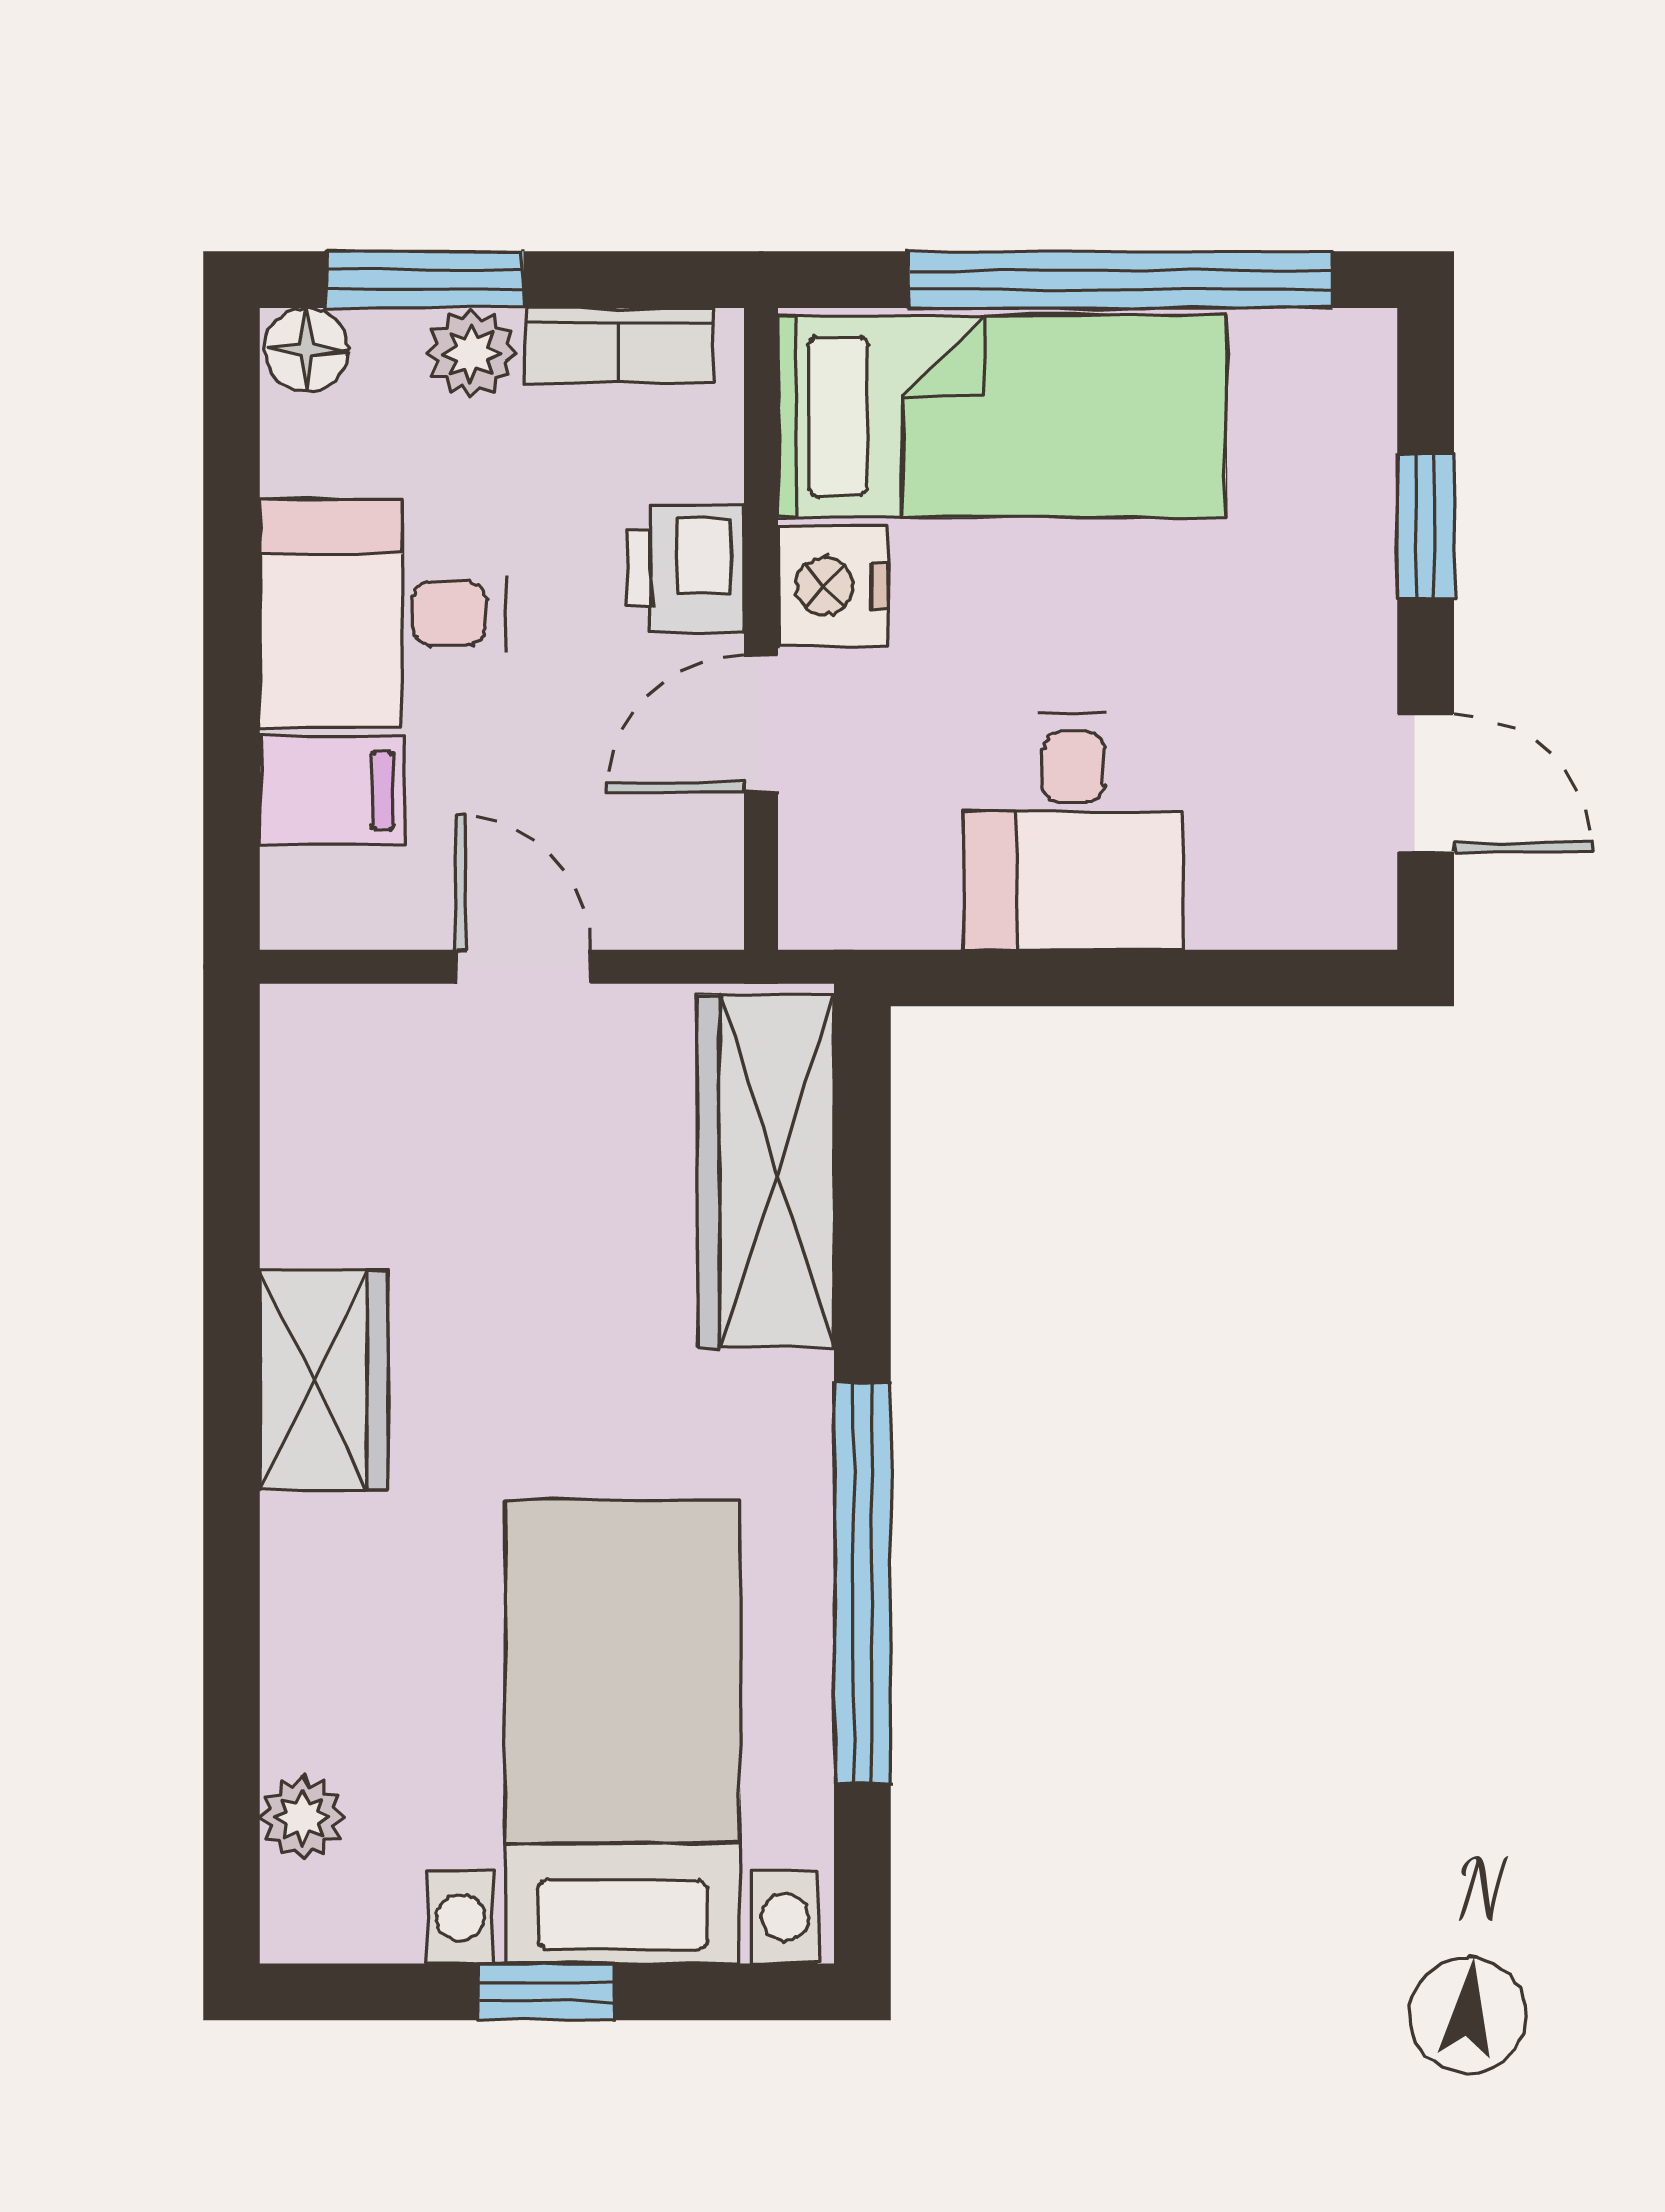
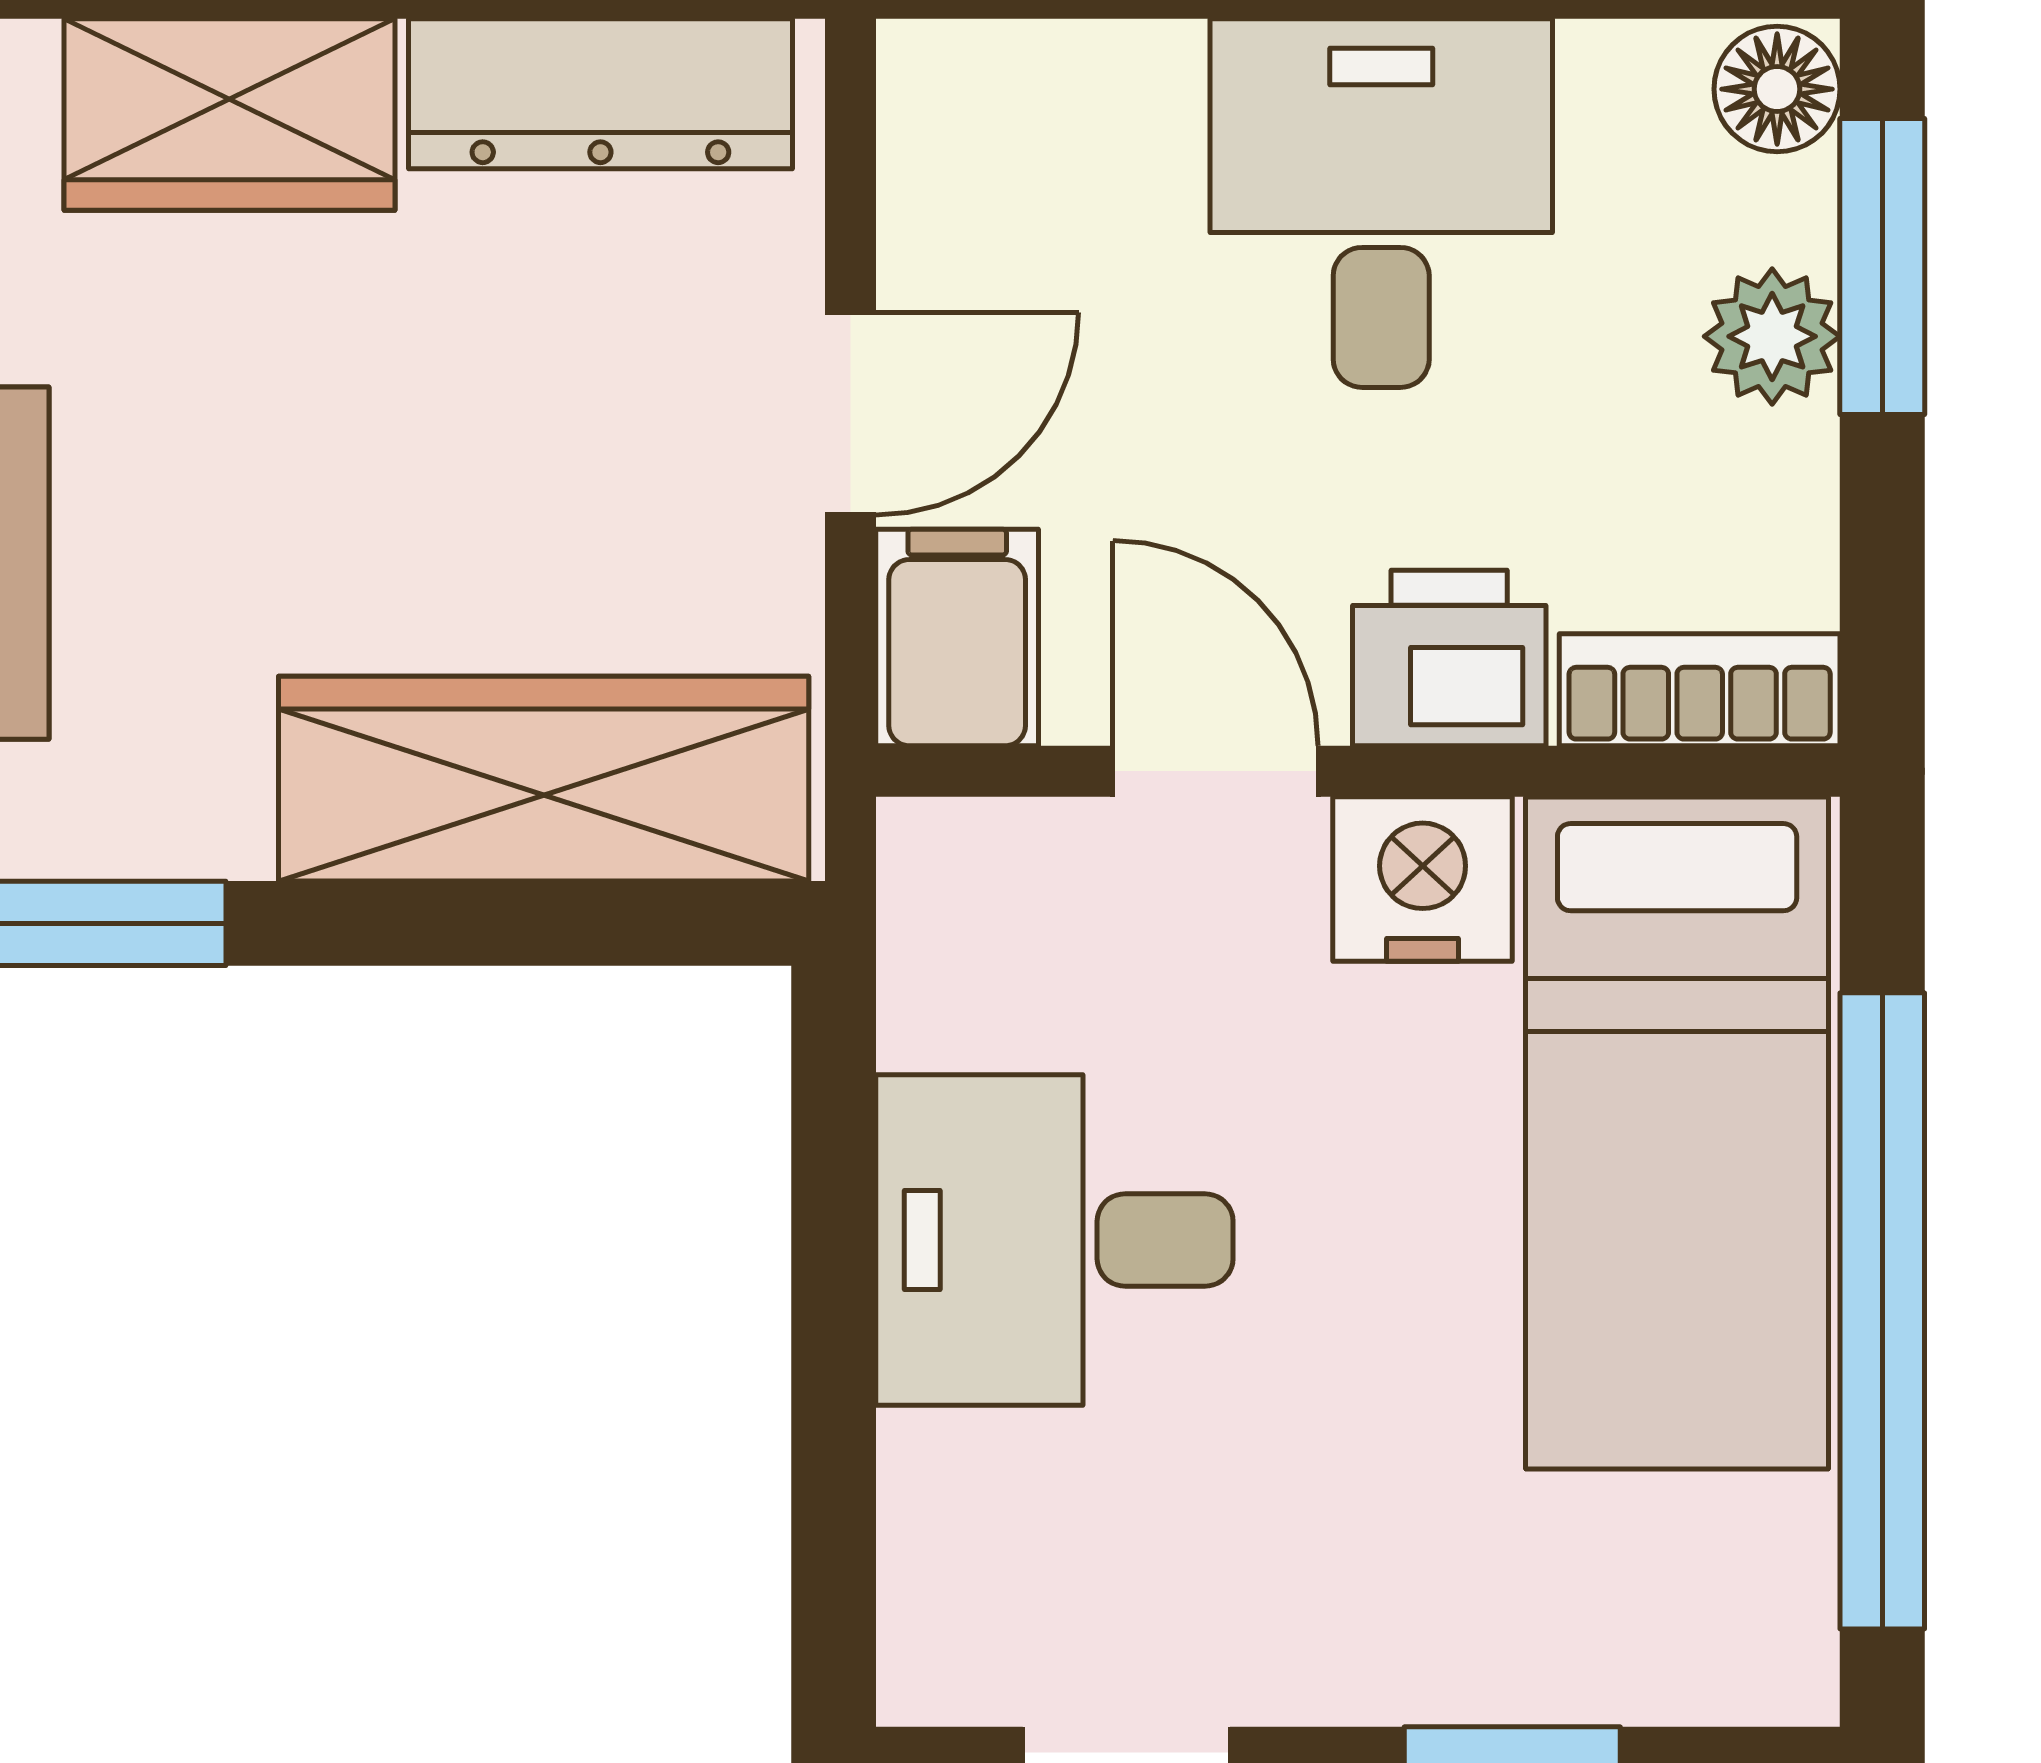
bookcase: (619, 345) -> (1700, 690), moved, turned 90
filing cabinet: (332, 790) -> (957, 637), moved, turned 180
dresser: (310, 1133) -> (600, 94), added

